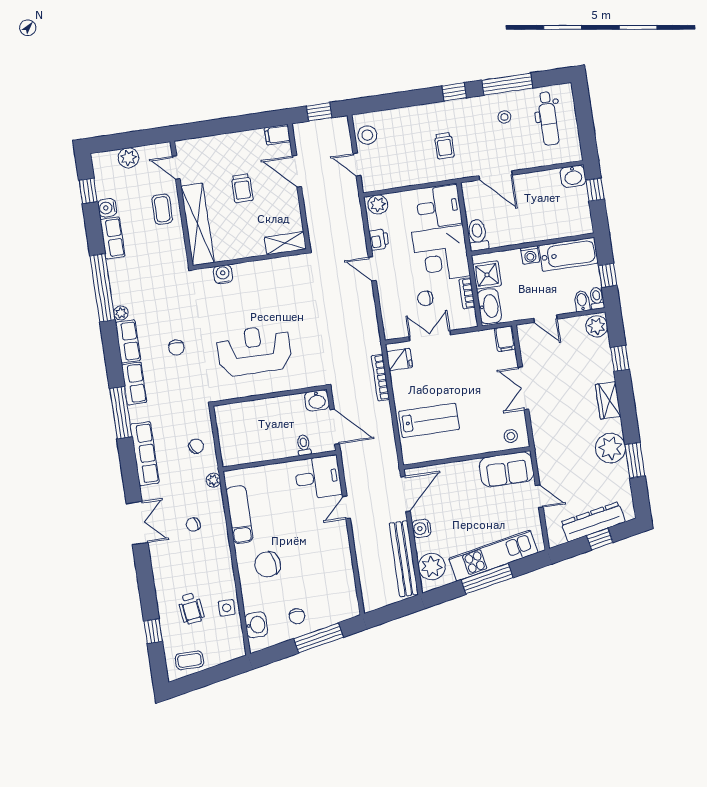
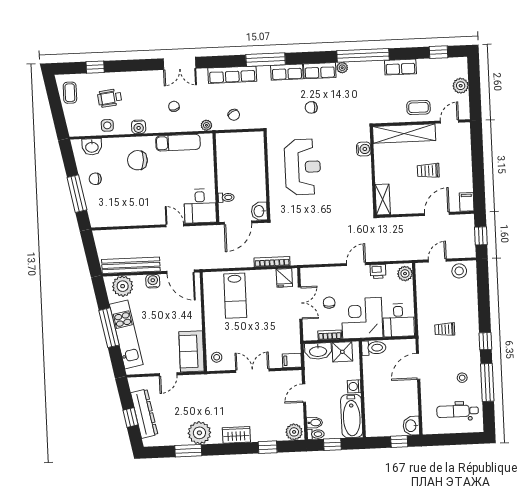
water cooler: (107, 208) -> (139, 127), moved, turned 180
chair: (268, 564) -> (137, 160), turned -76

